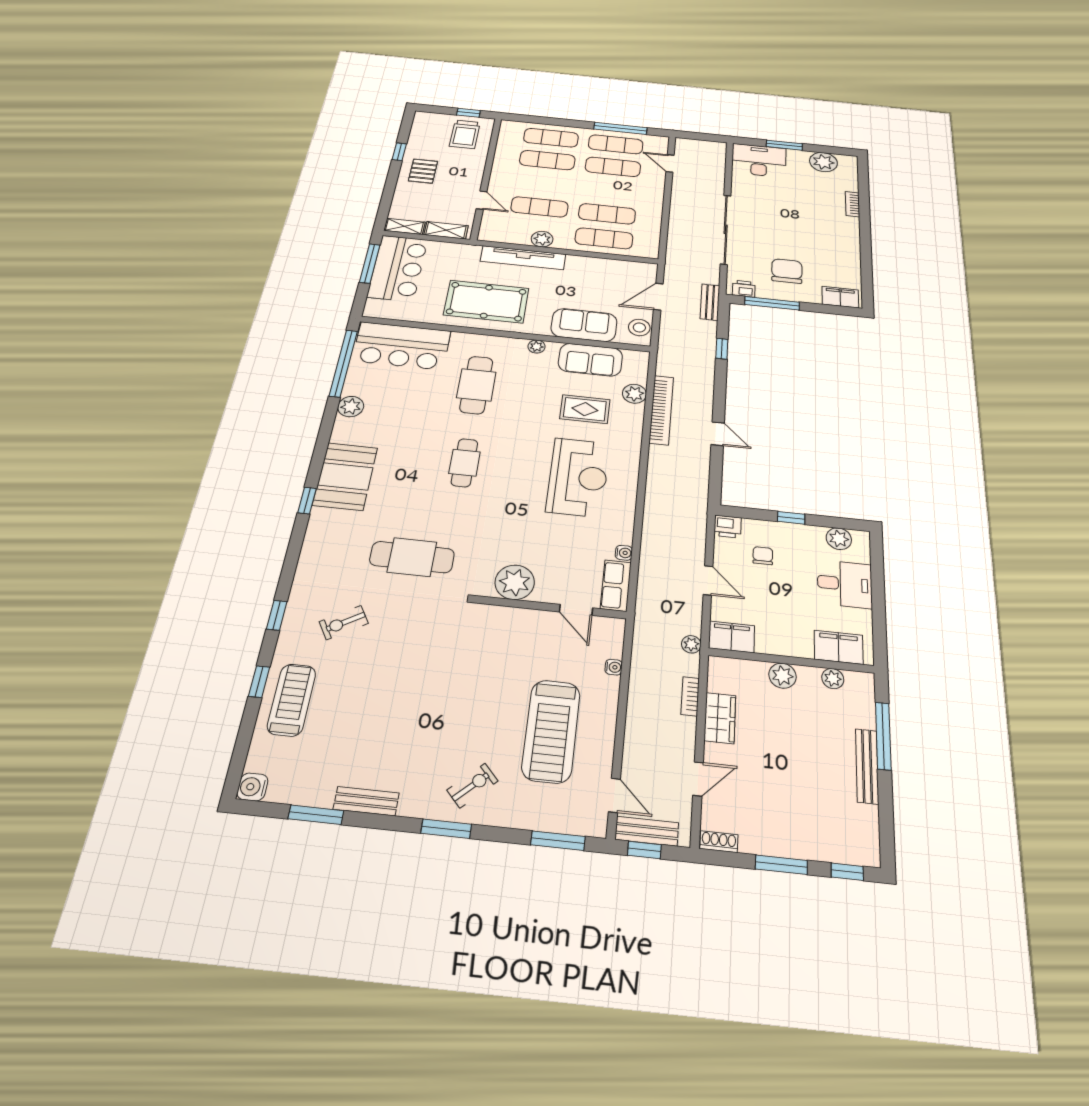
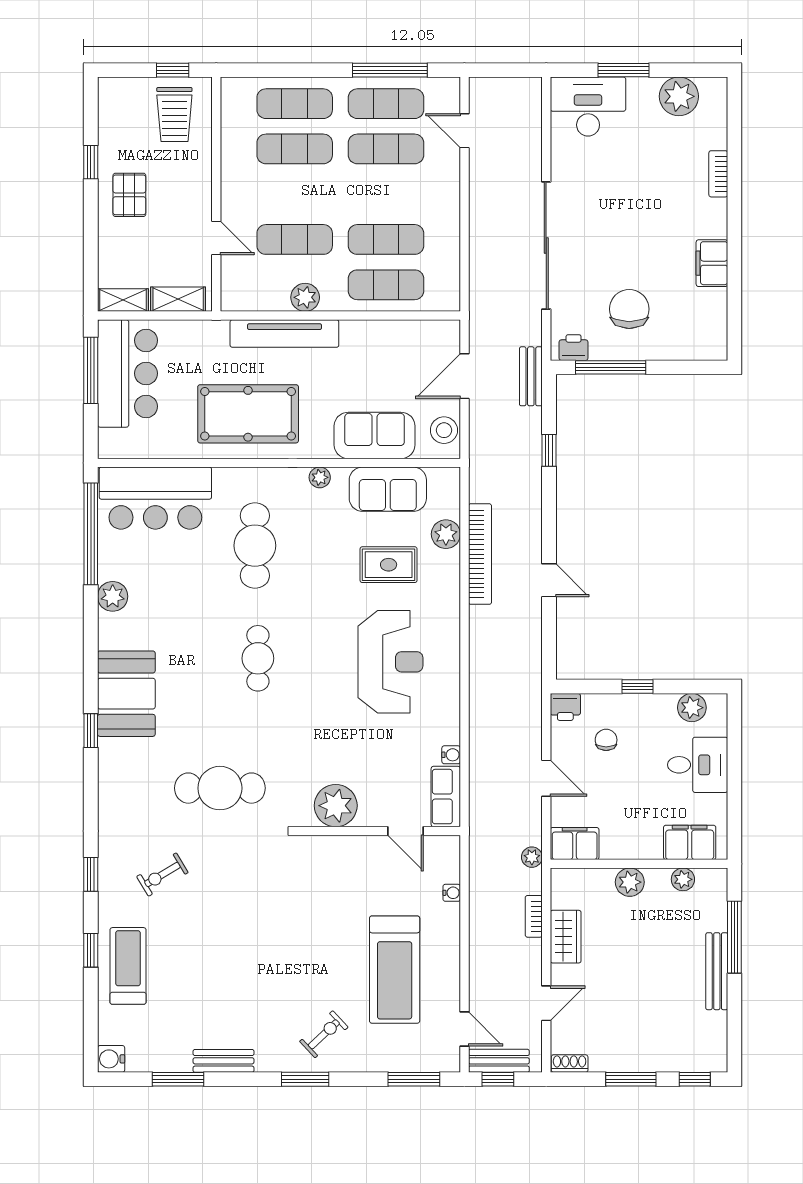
filing cabinet: (840, 297) -> (712, 263), moved, turned -90

